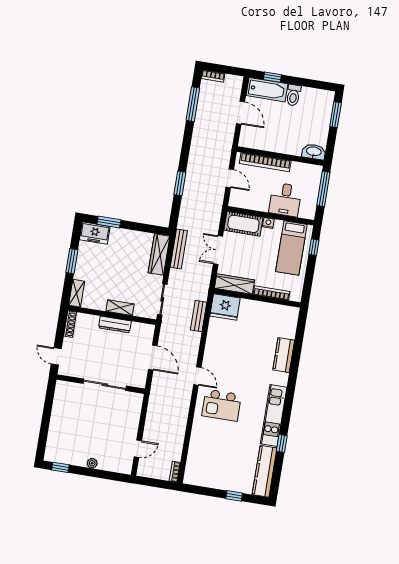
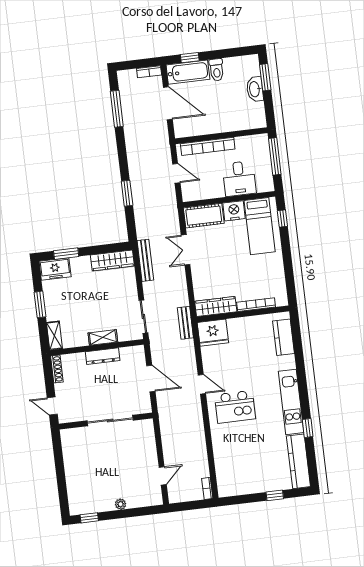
bookcase: (213, 76) -> (149, 72), moved
door: (240, 113) -> (168, 103), width x1.36
washbasin: (314, 152) -> (255, 89), moved, turned -90
nightstand: (268, 223) -> (234, 211), width x1.89, depth x1.79
wardrobe: (159, 254) -> (112, 260), moved, turned -90
wardrobe: (235, 284) -> (216, 307), moved
bookcase: (272, 293) -> (256, 305), moved
wall: (257, 298) -> (243, 314), moved
fridge: (225, 307) -> (213, 333), moved

